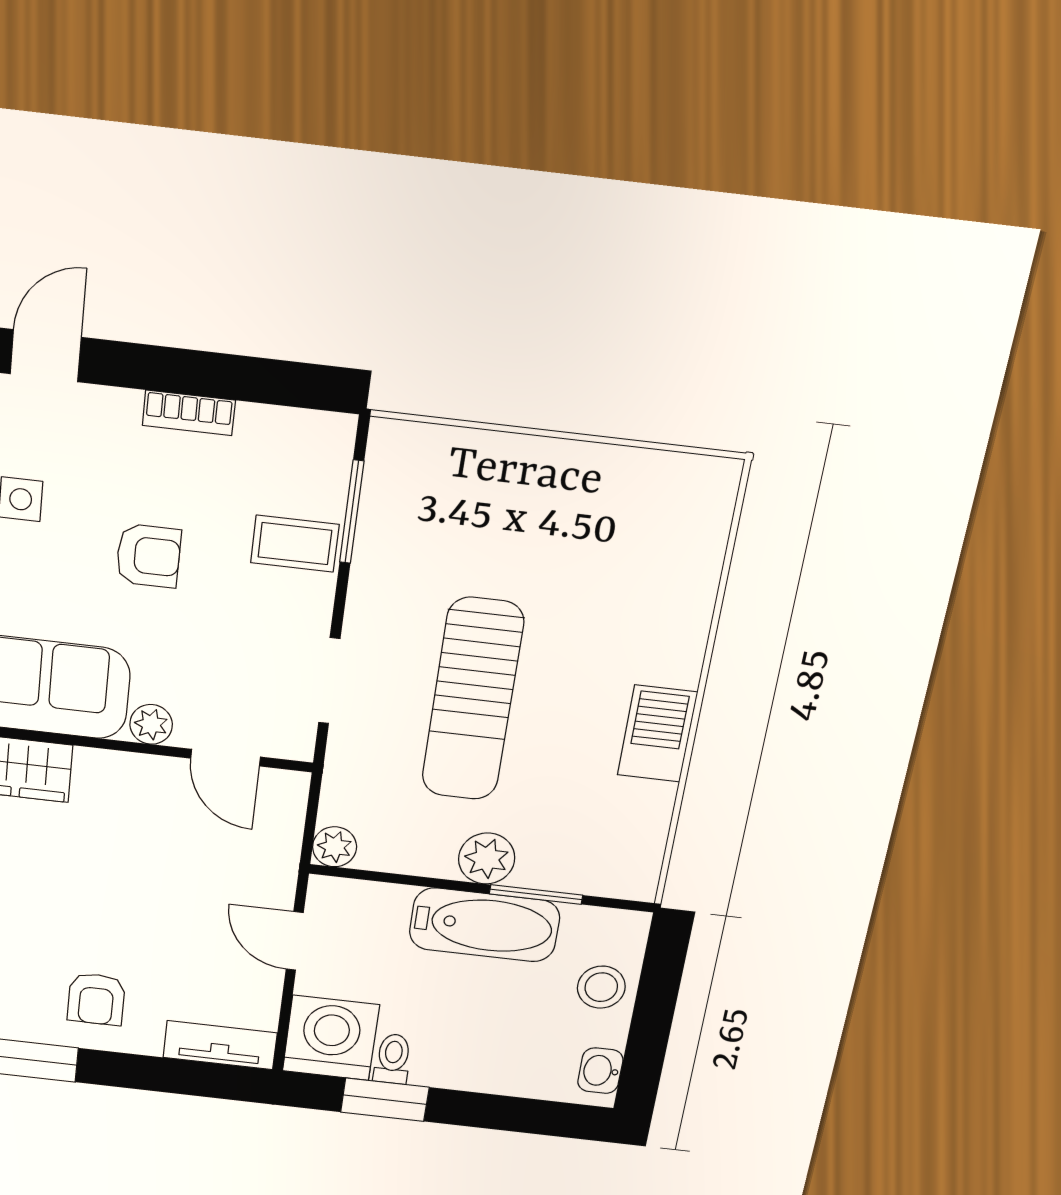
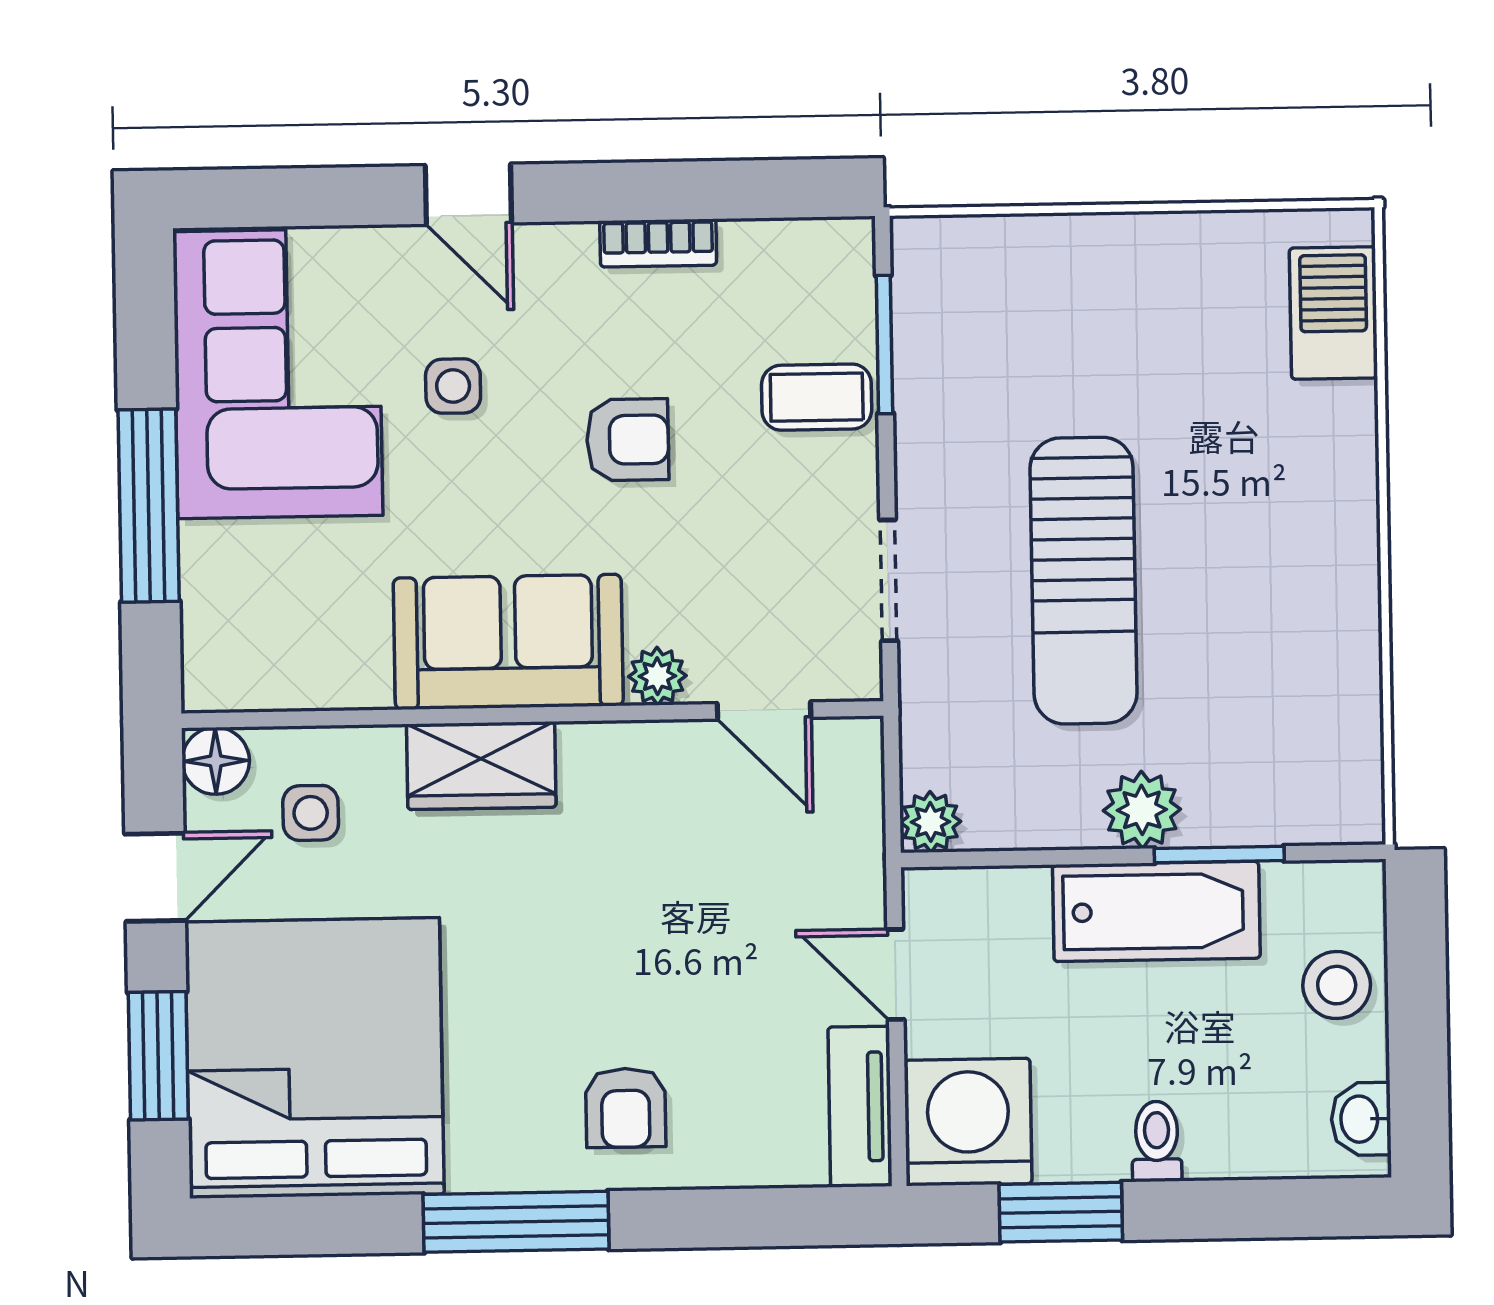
door: (46, 356) -> (468, 194), swing flipped
barbecue: (657, 734) -> (1333, 313), moved
tv unit: (220, 1045) -> (860, 1107), moved, turned -90
toilet: (393, 1059) -> (1157, 1141), moved

